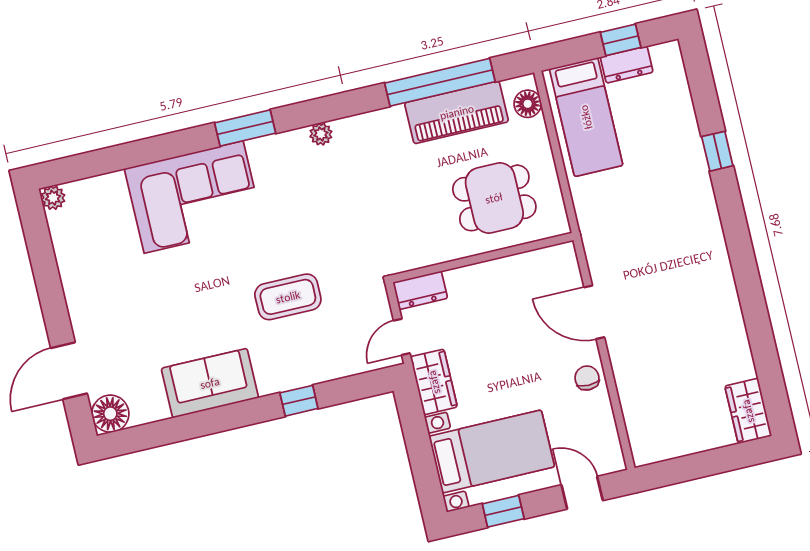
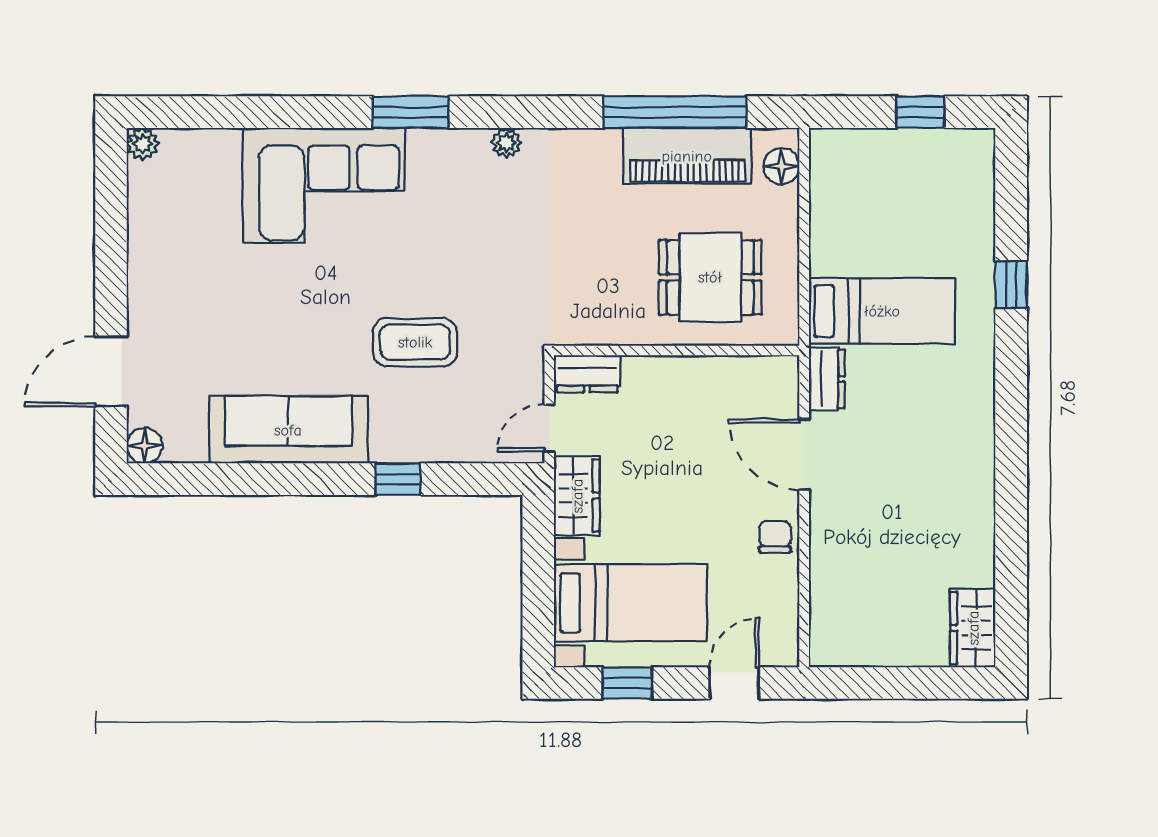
dresser: (627, 65) -> (827, 379), moved, turned -90
bed: (586, 117) -> (882, 311), moved, turned -90
sofa: (210, 383) -> (288, 430), width x1.36
floor lamp: (110, 414) -> (144, 446), width x0.73, depth x0.73
door: (582, 493) -> (734, 683), hinge flipped

